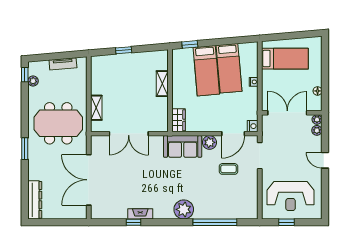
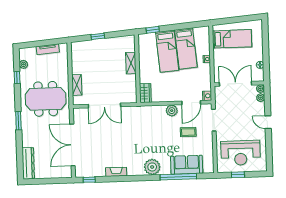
window: (25, 75) -> (17, 77), moved
sofa: (183, 146) -> (187, 165), moved, turned 180
window: (134, 222) -> (89, 180), moved

